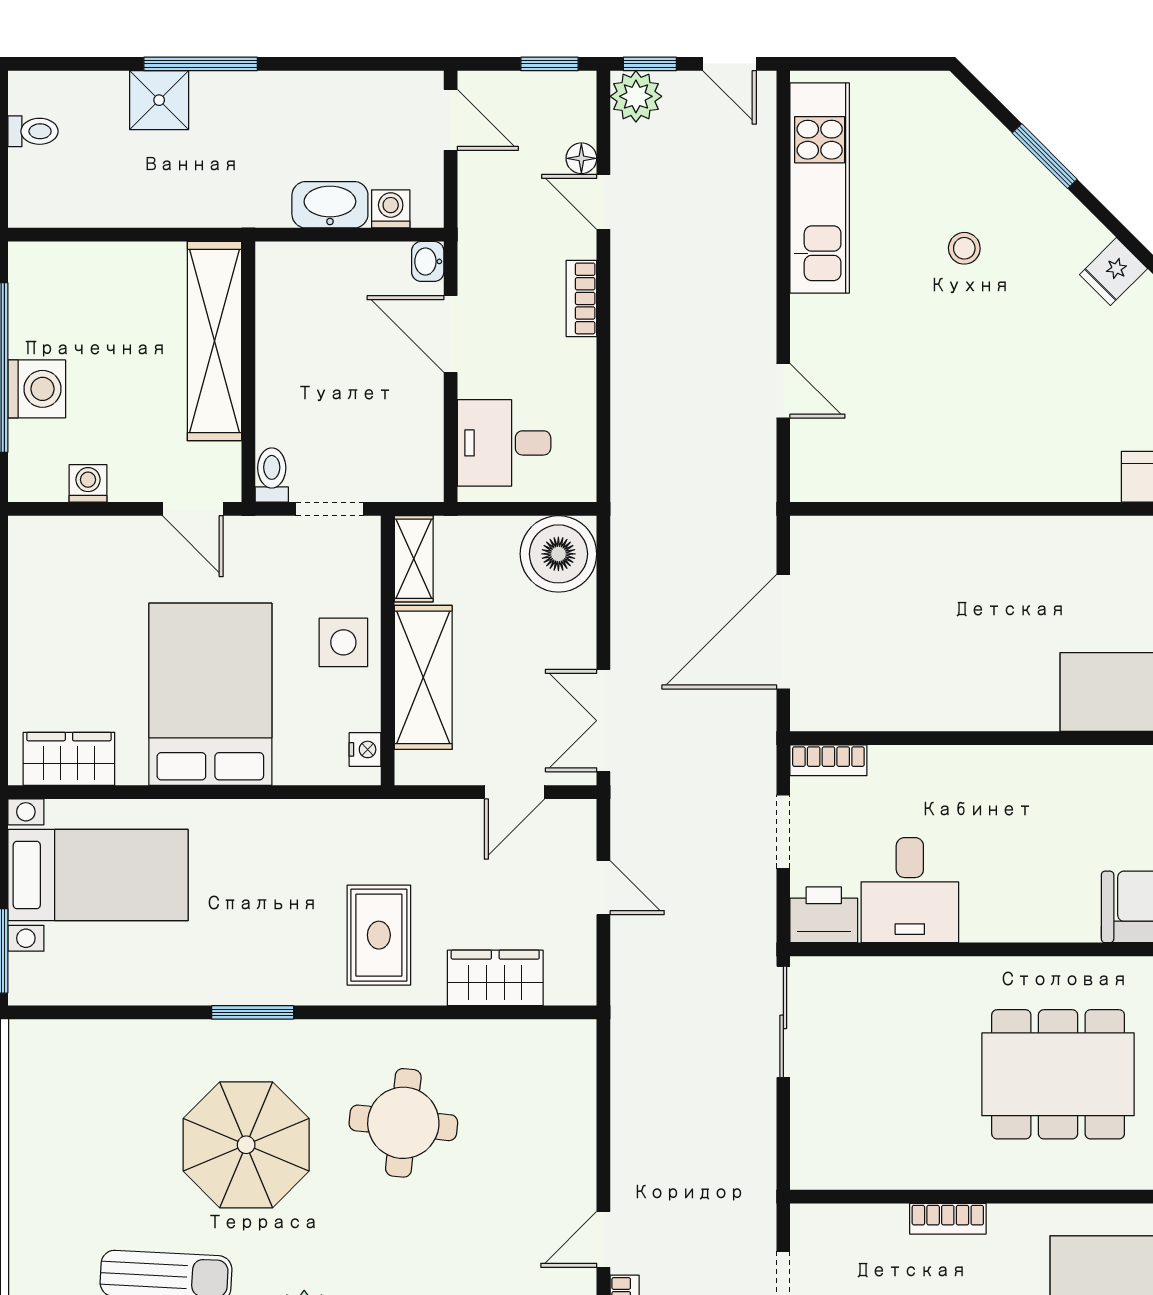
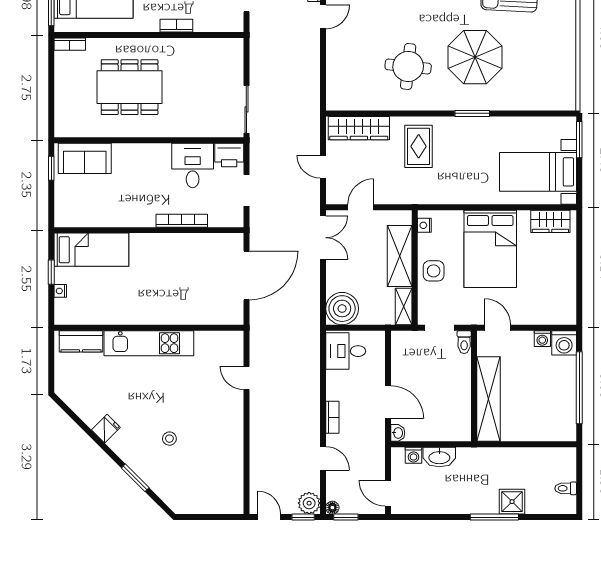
floor lamp: (581, 158) -> (332, 508), moved
kitchen unit: (820, 188) -> (149, 343), moved, turned -90
washing machine: (37, 389) -> (564, 343), moved, turned -90
desk: (504, 443) -> (346, 351), moved, turned 180
bookcase: (828, 760) -> (182, 221), moved, width x1.56
wardrobe: (495, 978) -> (359, 128), width x1.50

